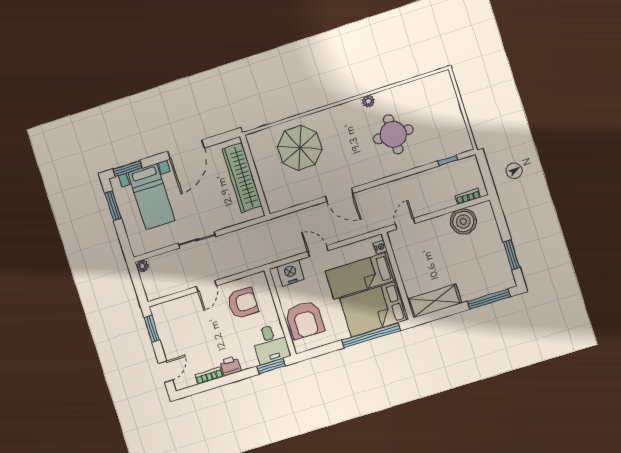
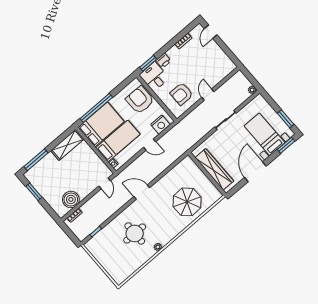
door: (339, 195) -> (142, 192), moved
window: (152, 329) -> (230, 54), removed
printer: (230, 366) -> (163, 61), moved

